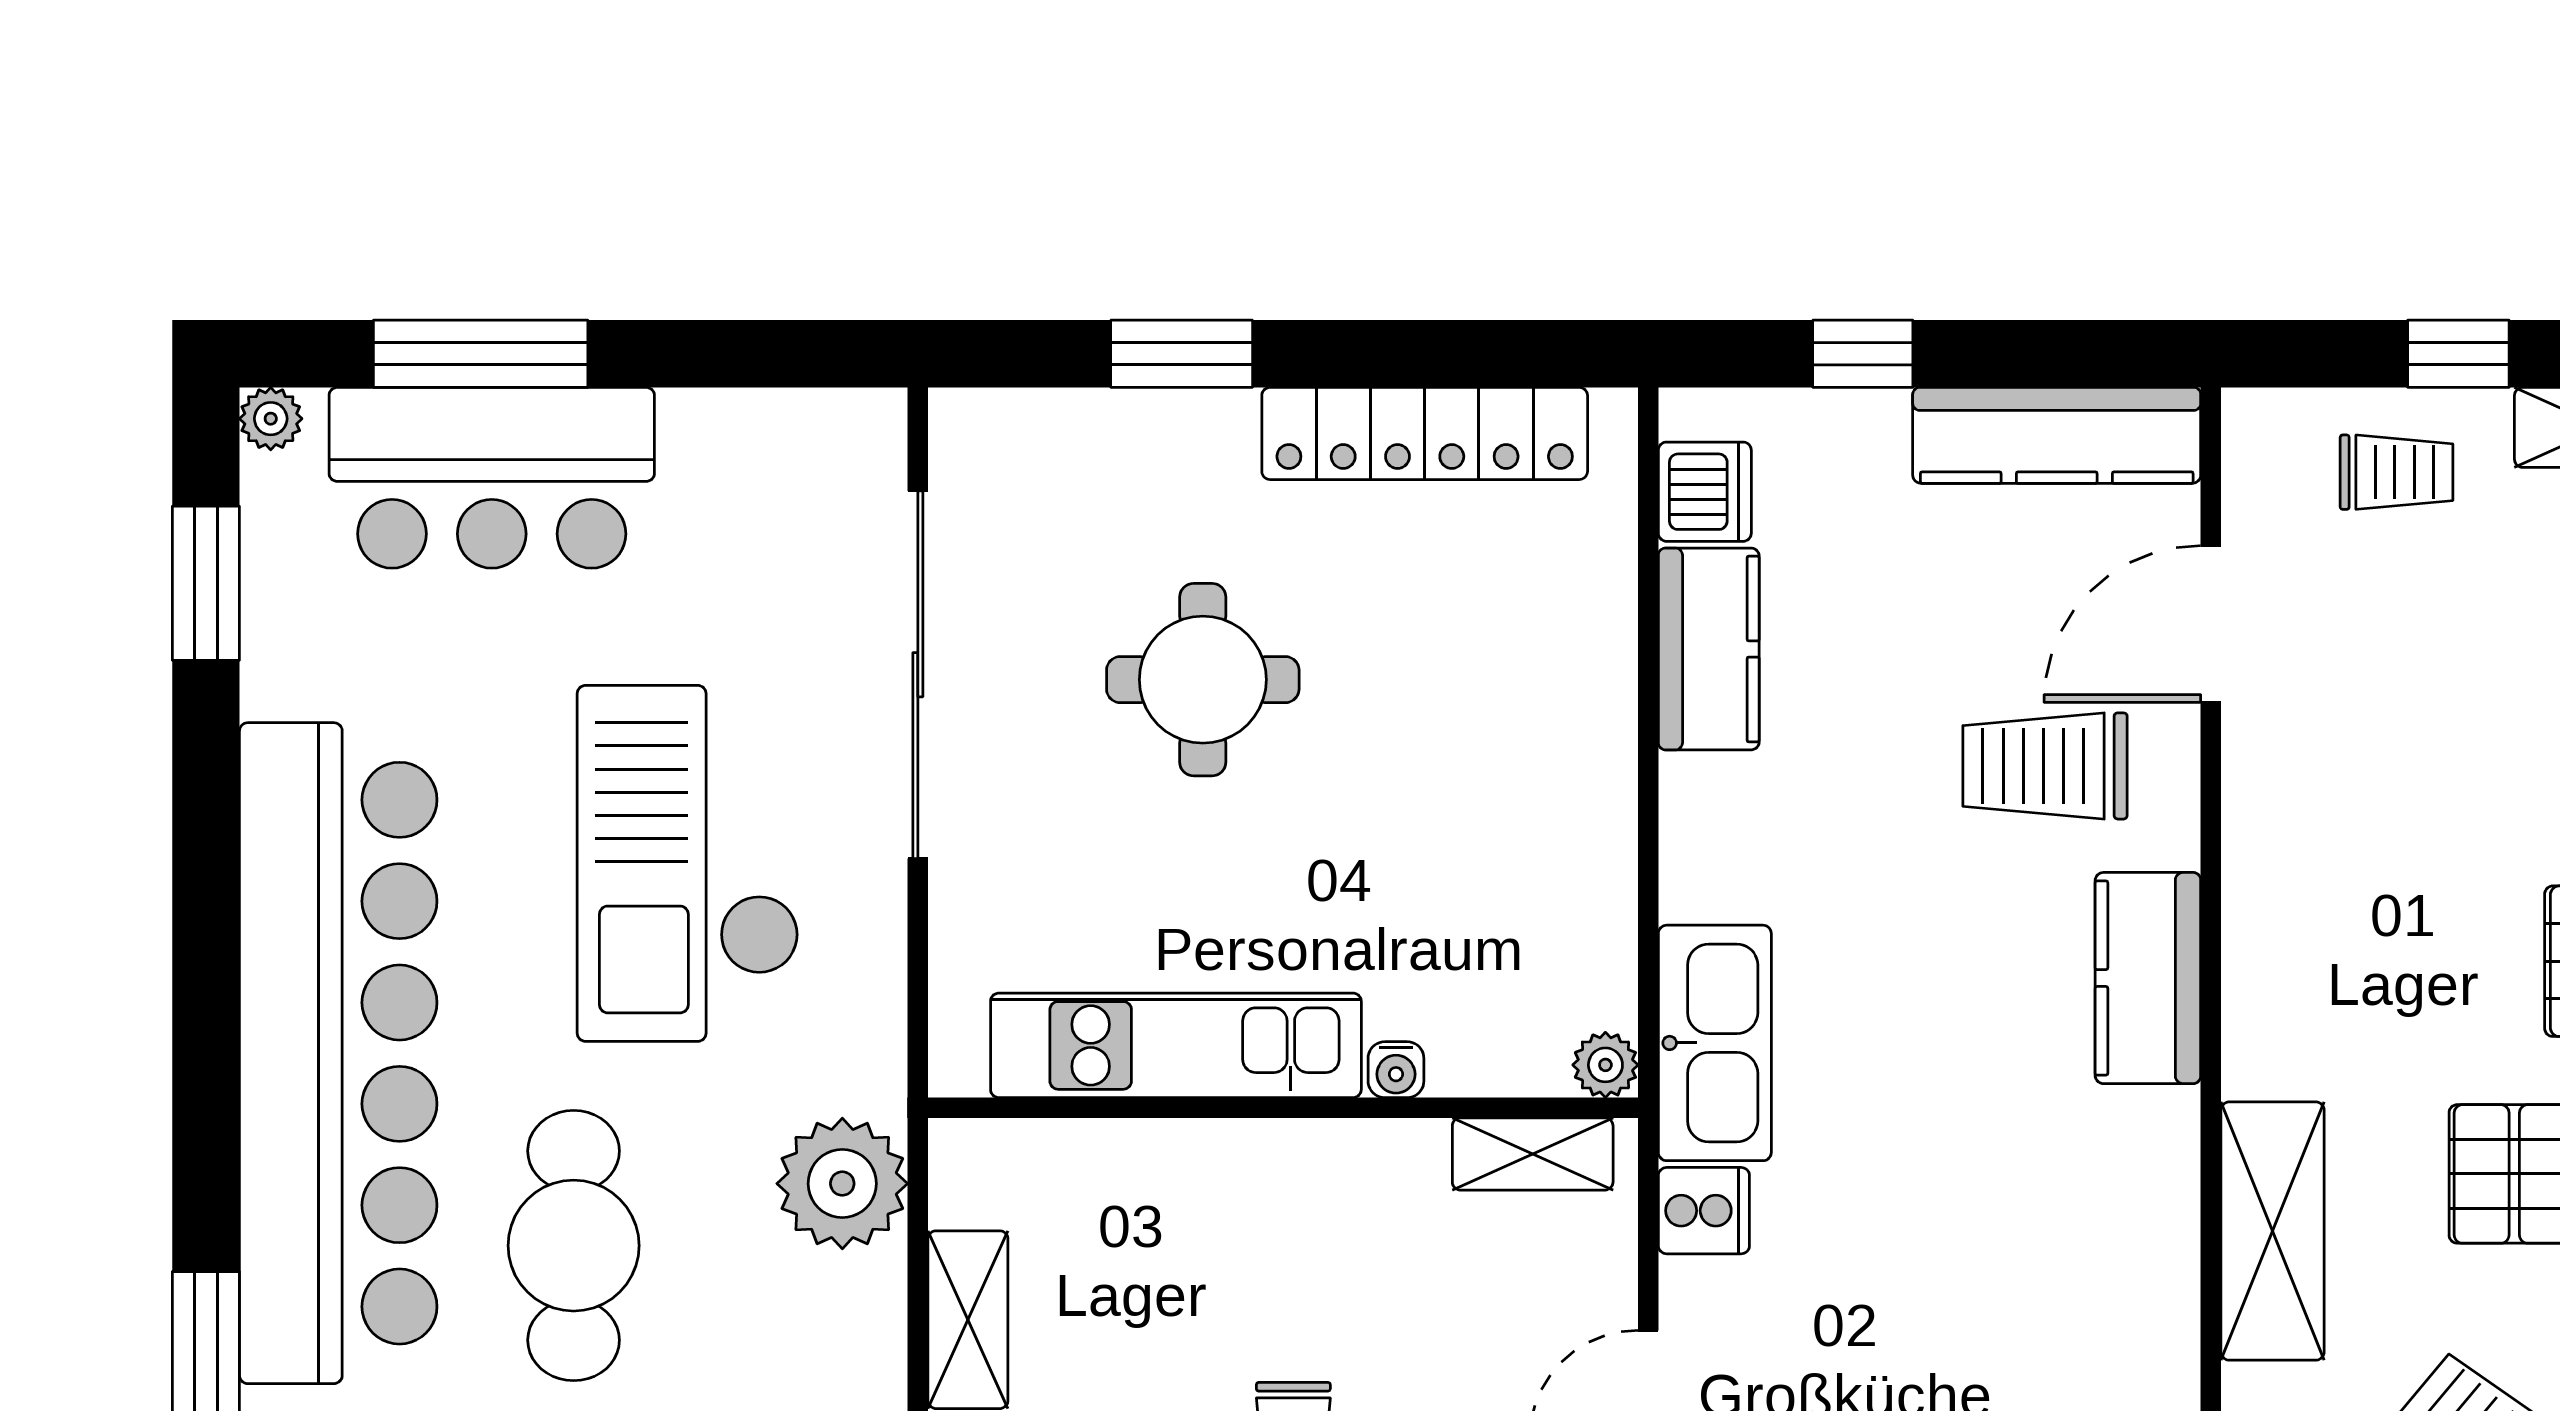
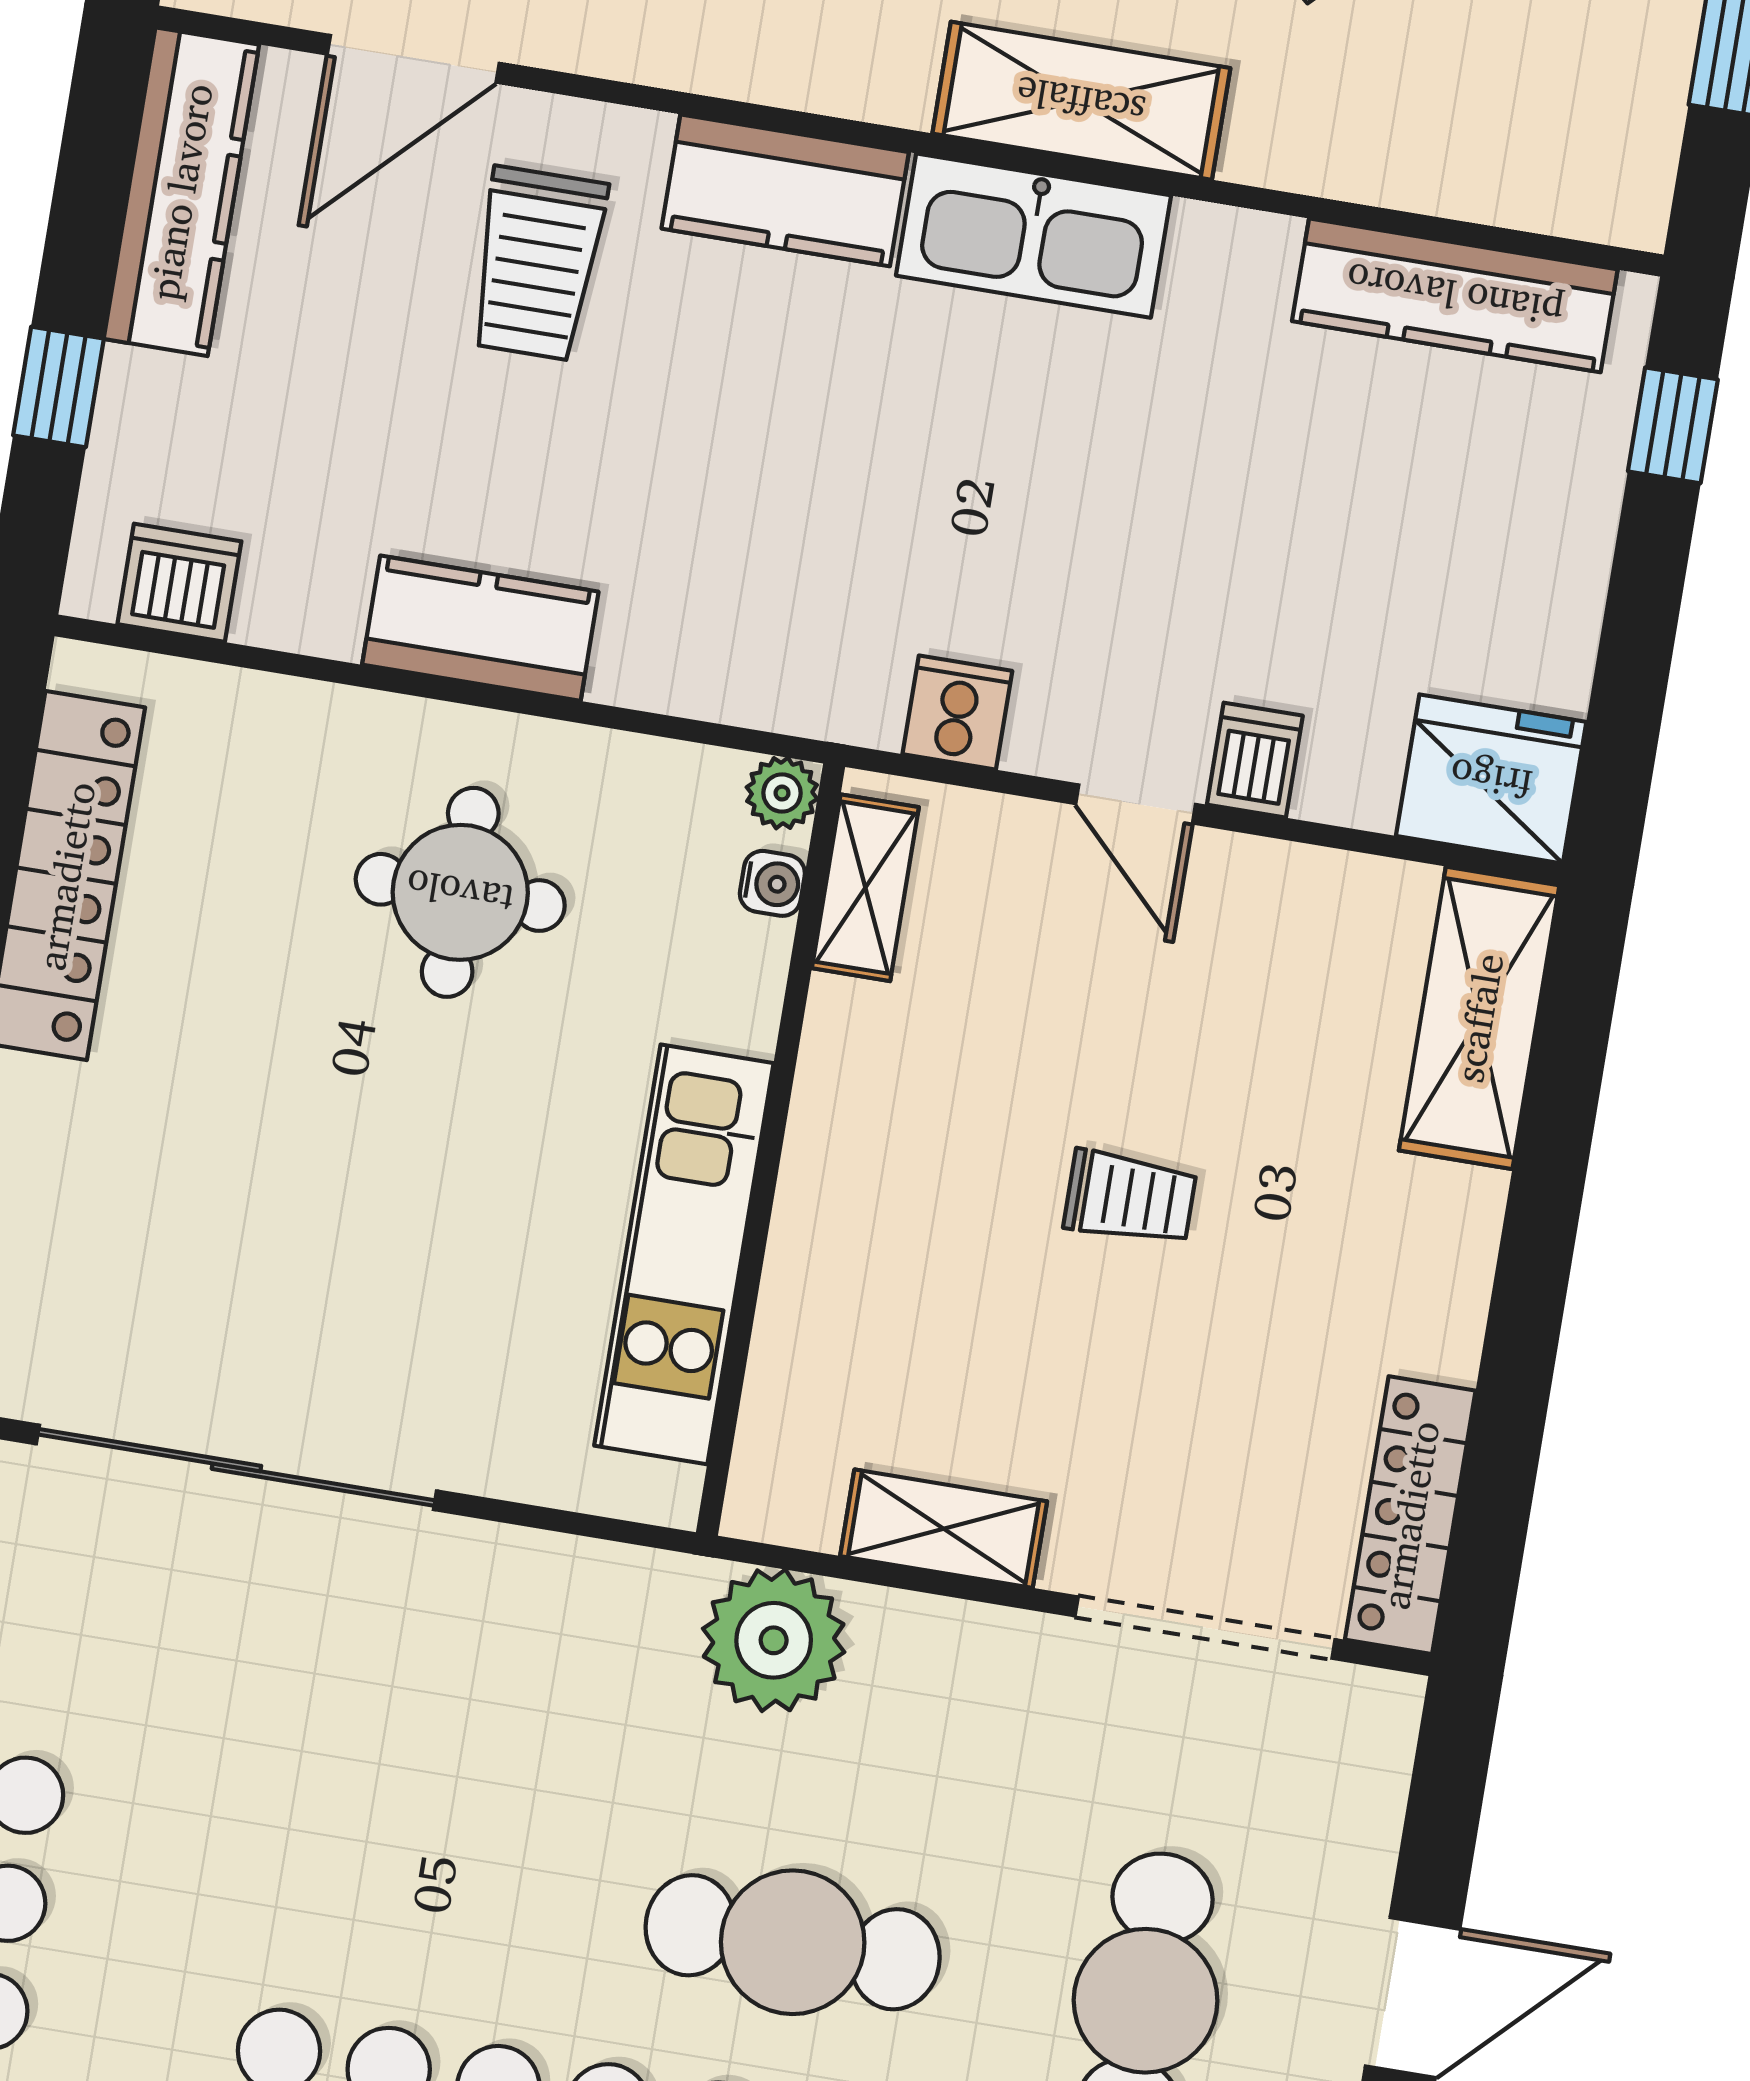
door: (2211, 624) -> (413, 59), hinge flipped
kitchen counter: (1709, 649) -> (480, 628), moved
round table: (1203, 680) -> (460, 892), moved
checkout: (688, 863) -> (400, 1750), removed
kitchen sink: (1715, 1043) -> (1033, 236), moved, turned 180
water cooler: (1396, 1070) -> (772, 883), moved

